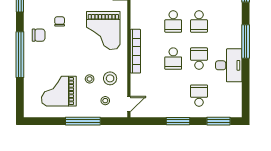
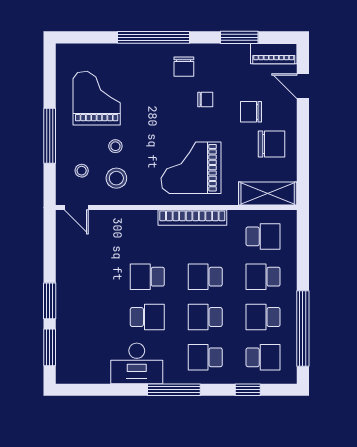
bookcase: (135, 51) -> (192, 218), moved
school desk: (199, 96) -> (205, 357), moved, turned 180
window: (178, 121) -> (50, 301), moved

